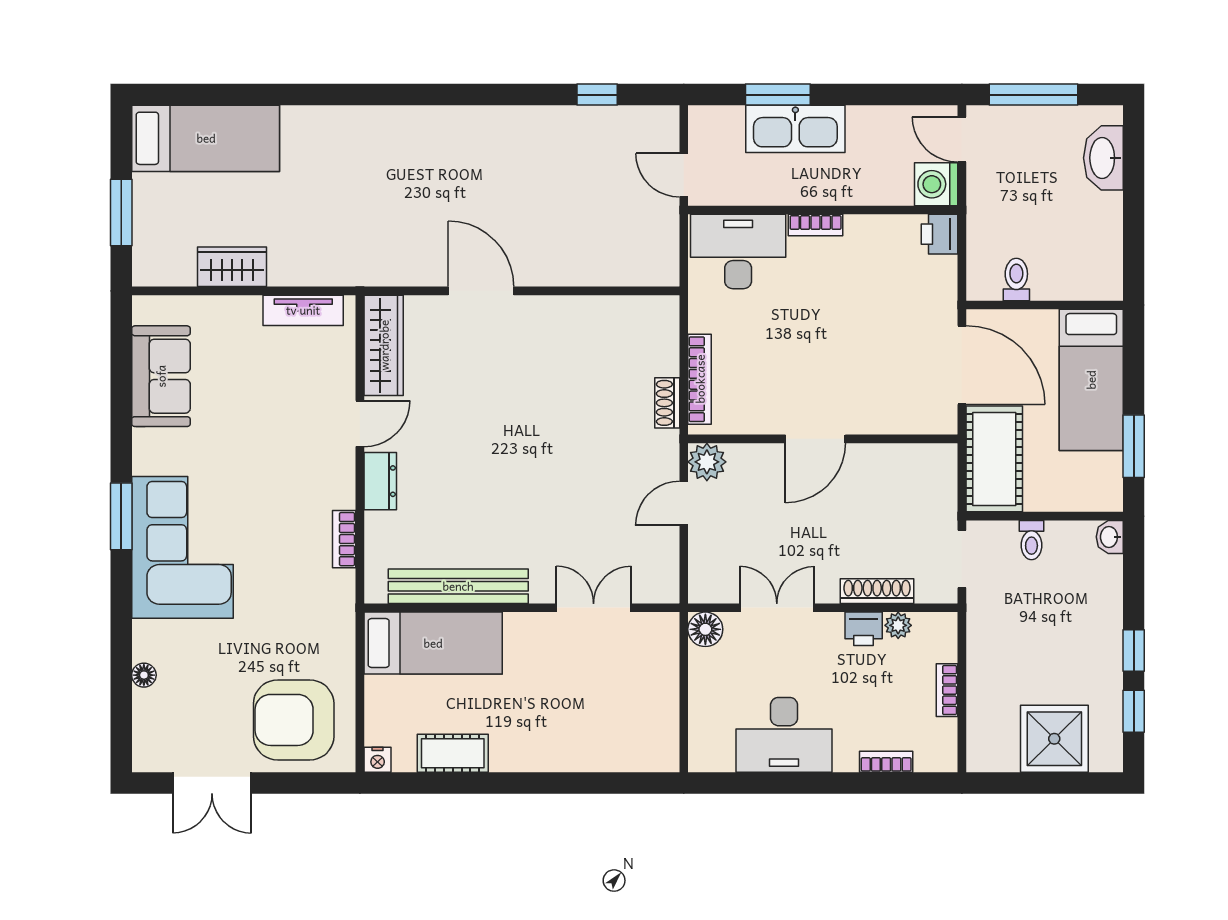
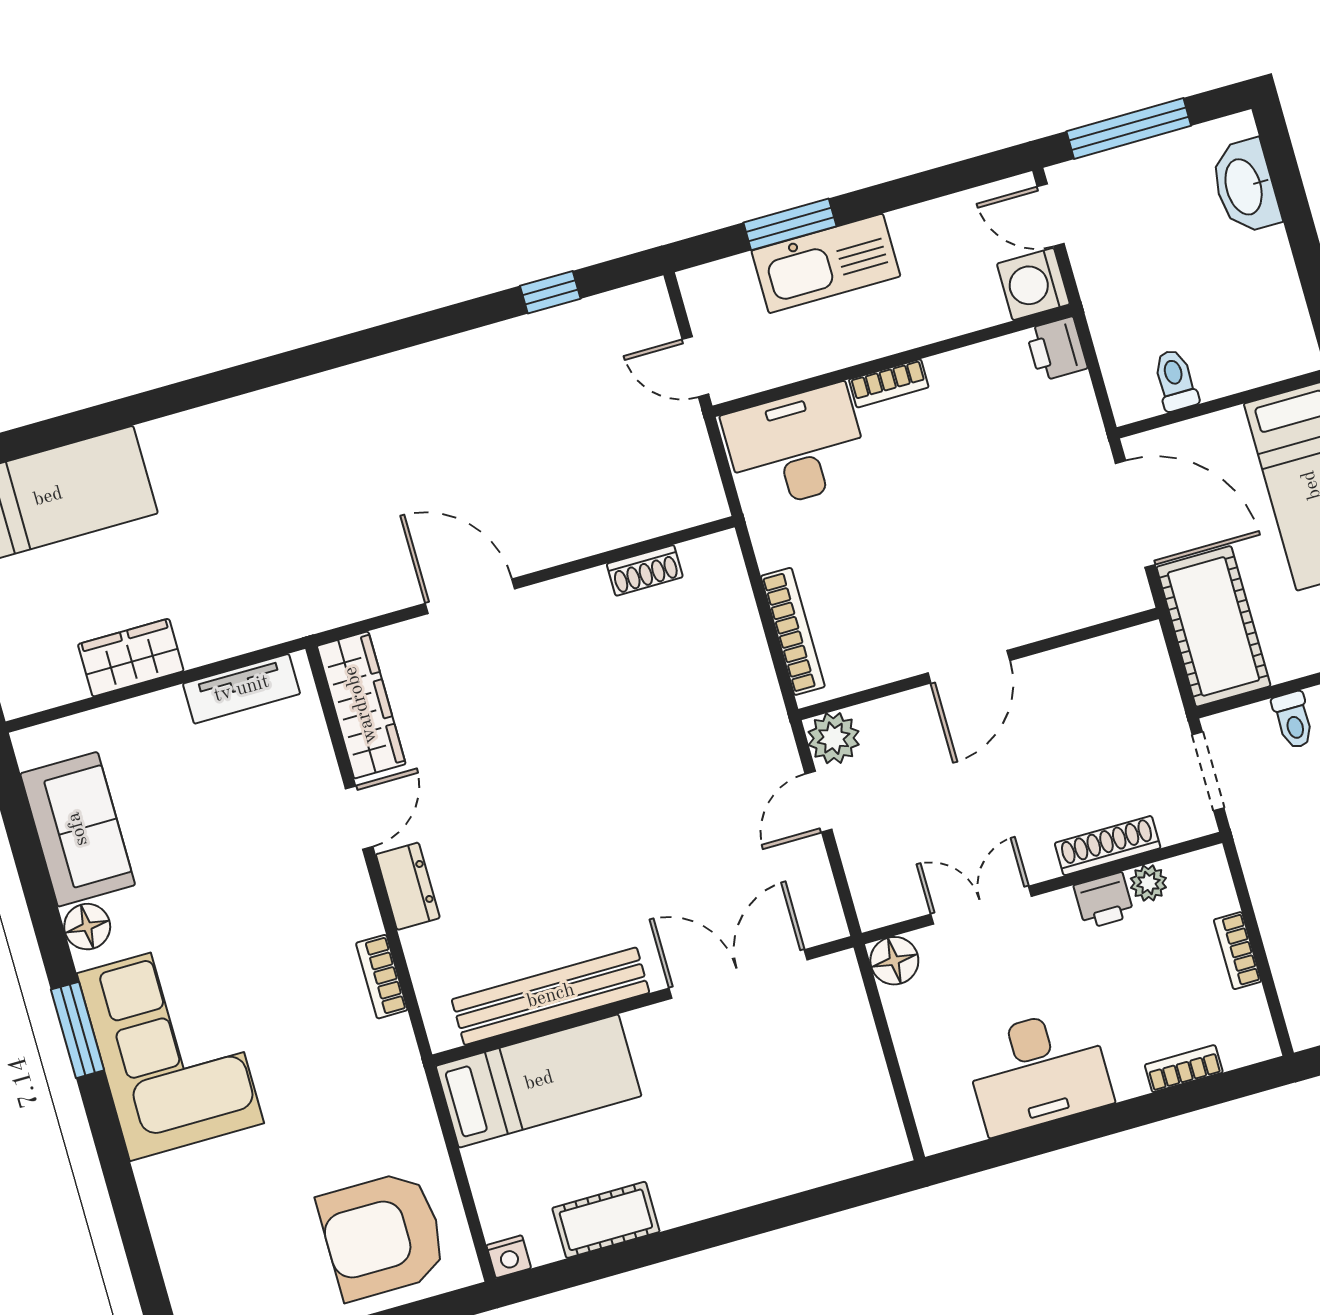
shoe rack: (667, 403) -> (645, 570), moved, turned -90
double door: (594, 608) -> (738, 974), width x1.37
floor lamp: (144, 675) -> (87, 927), moved, width x1.37, depth x1.37

